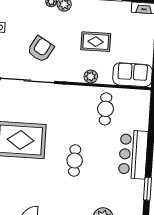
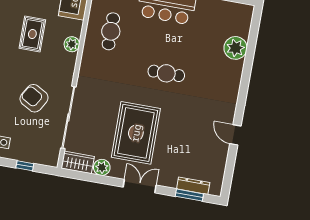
cafe table: (105, 109) -> (111, 31), turned 90

